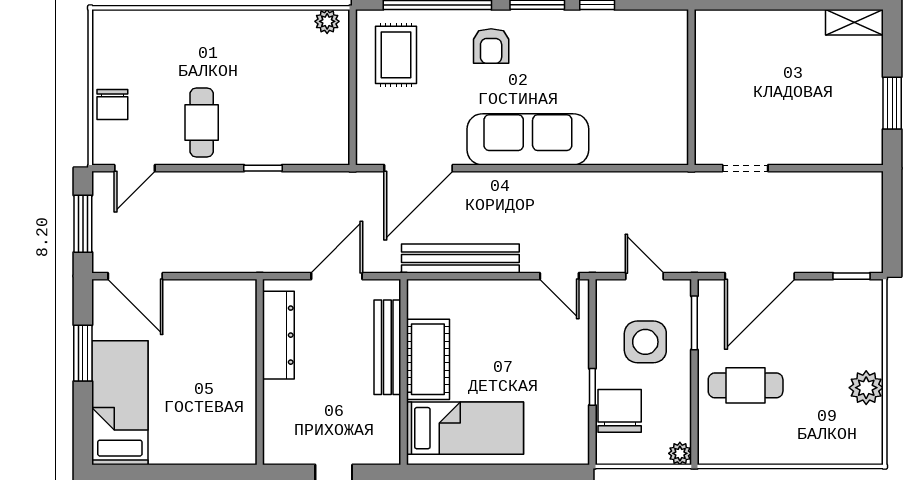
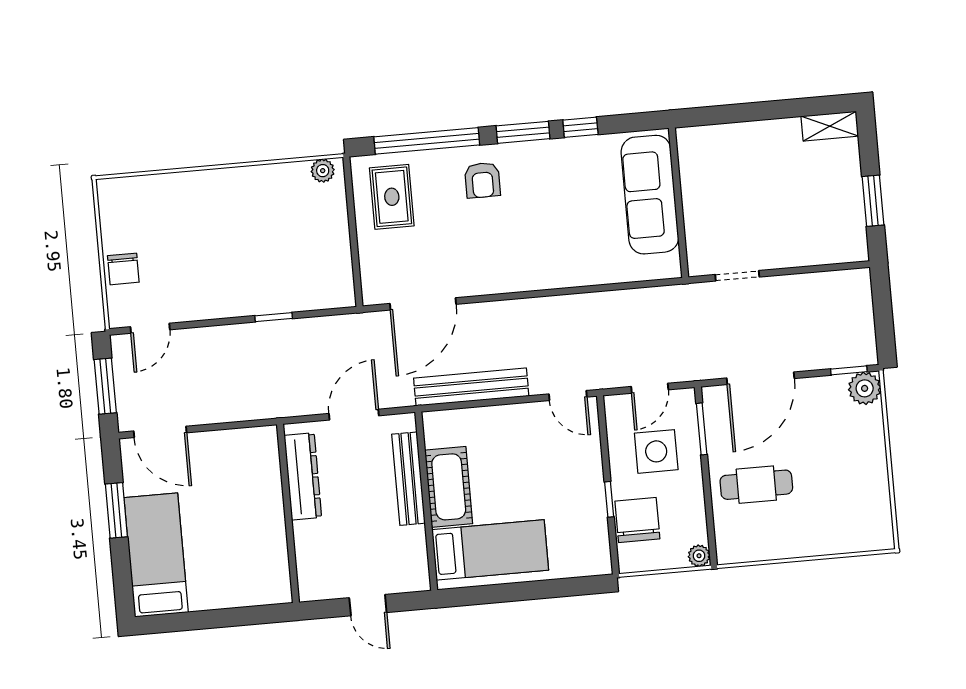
cafe table: (202, 122) -> (211, 279), removed
sofa: (528, 139) -> (650, 195), moved, turned -90
door: (644, 276) -> (650, 388), swing flipped
plant: (866, 388) -> (865, 388), moved

